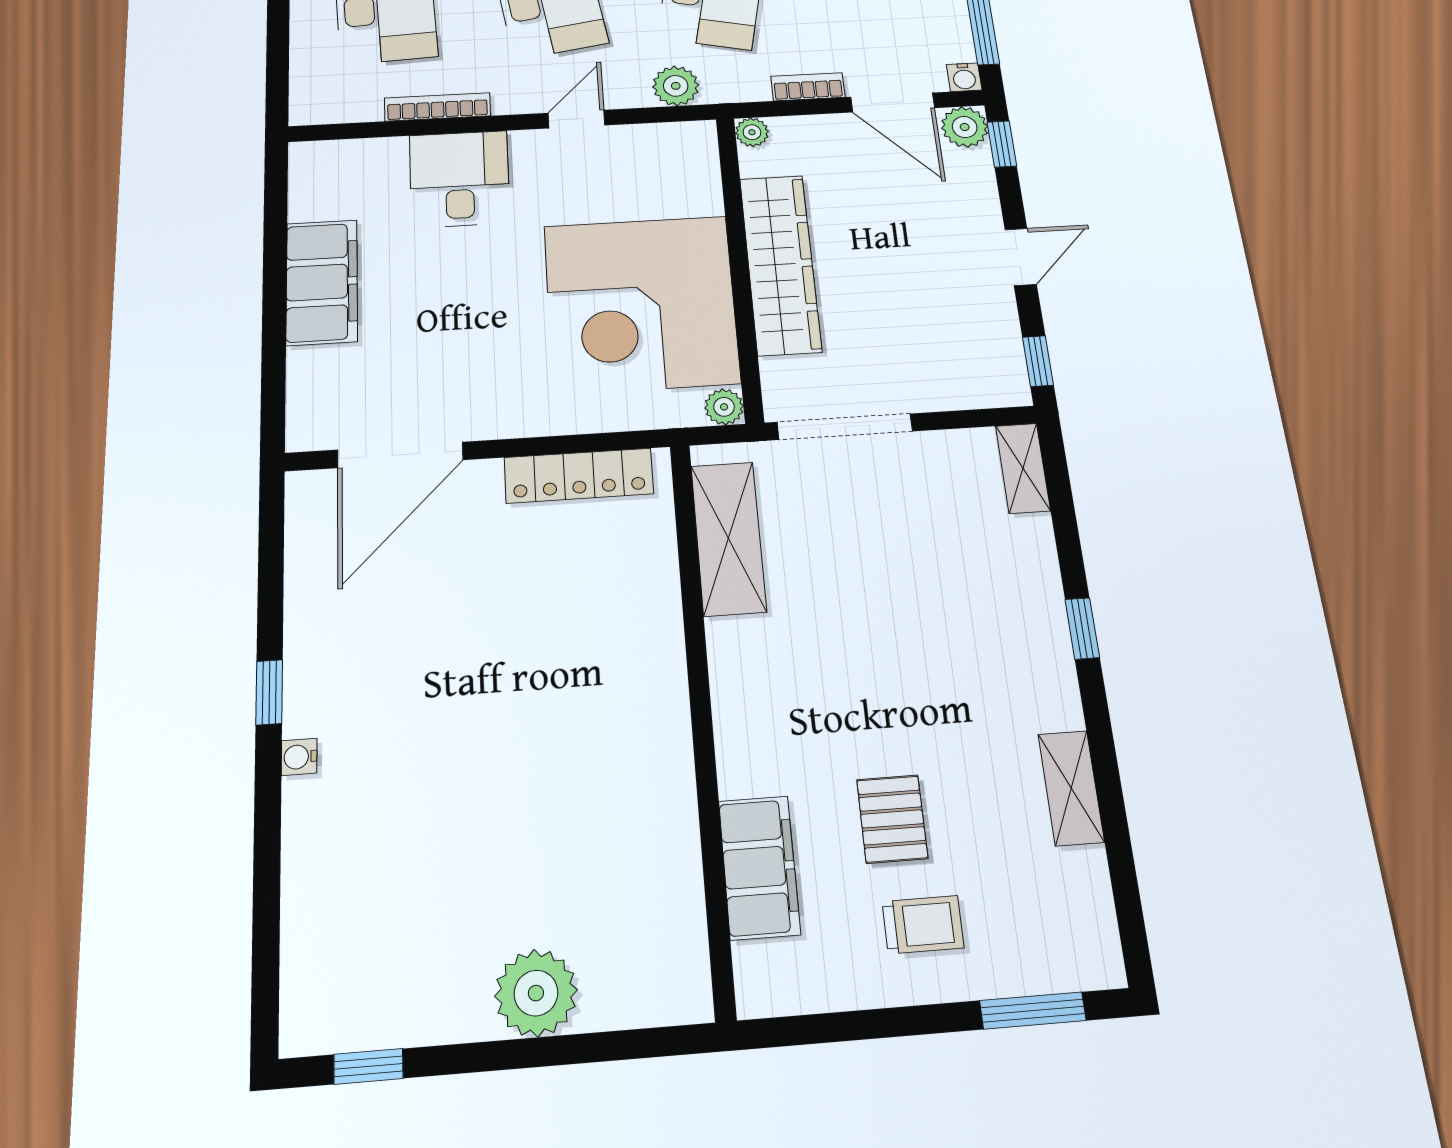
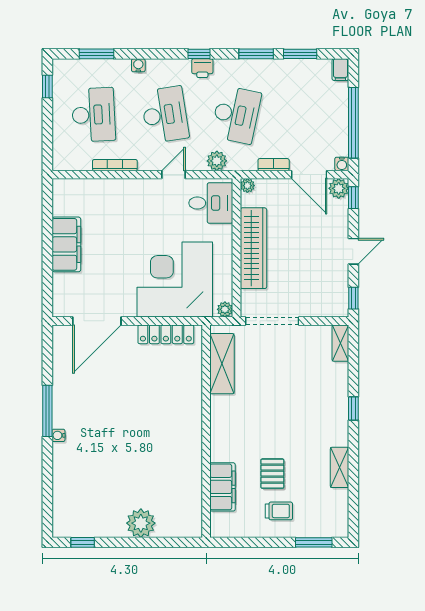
desk: (459, 179) -> (211, 203), moved, turned 90
corner desk: (641, 304) -> (175, 280), moved, turned 90
window: (269, 692) -> (47, 411), width x2.17

